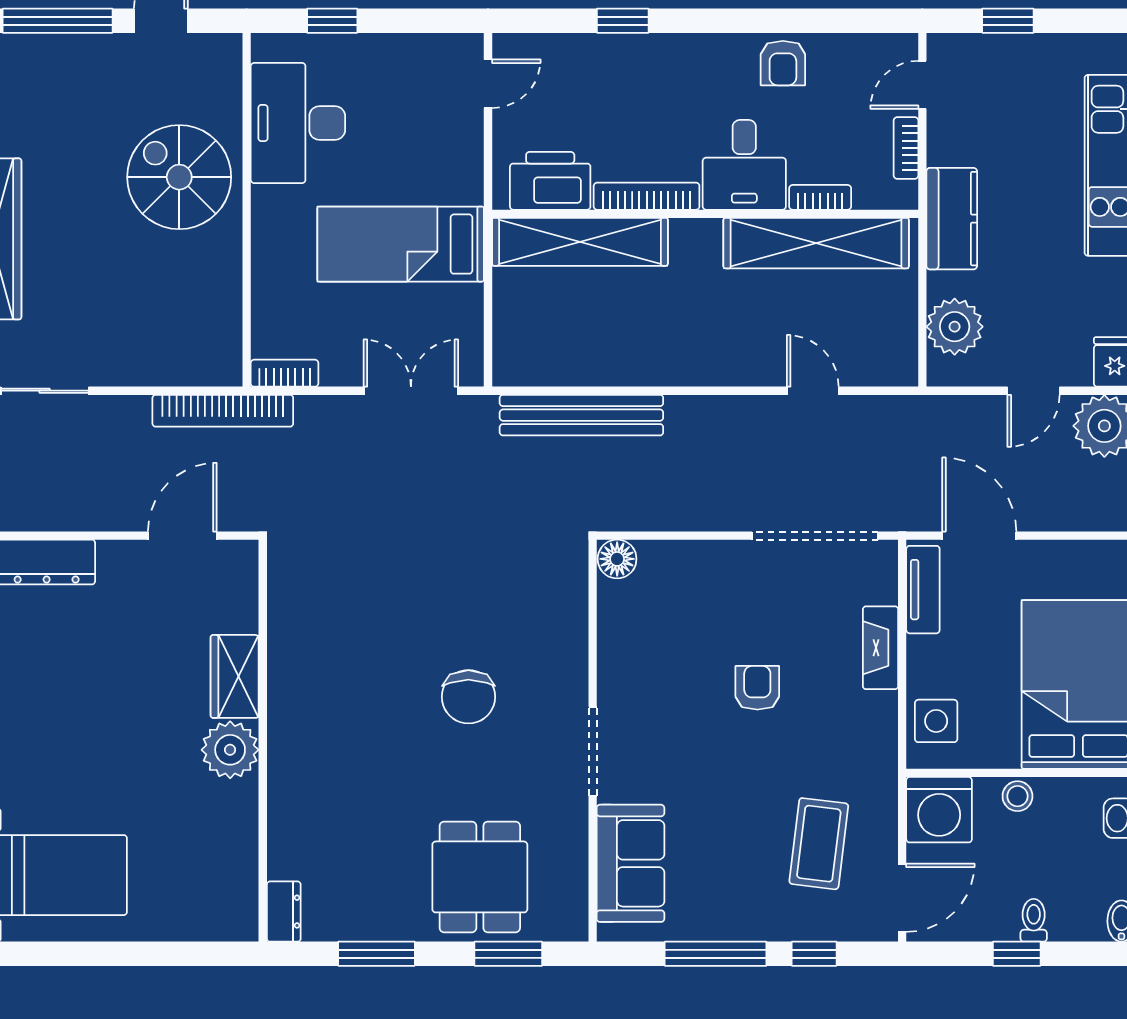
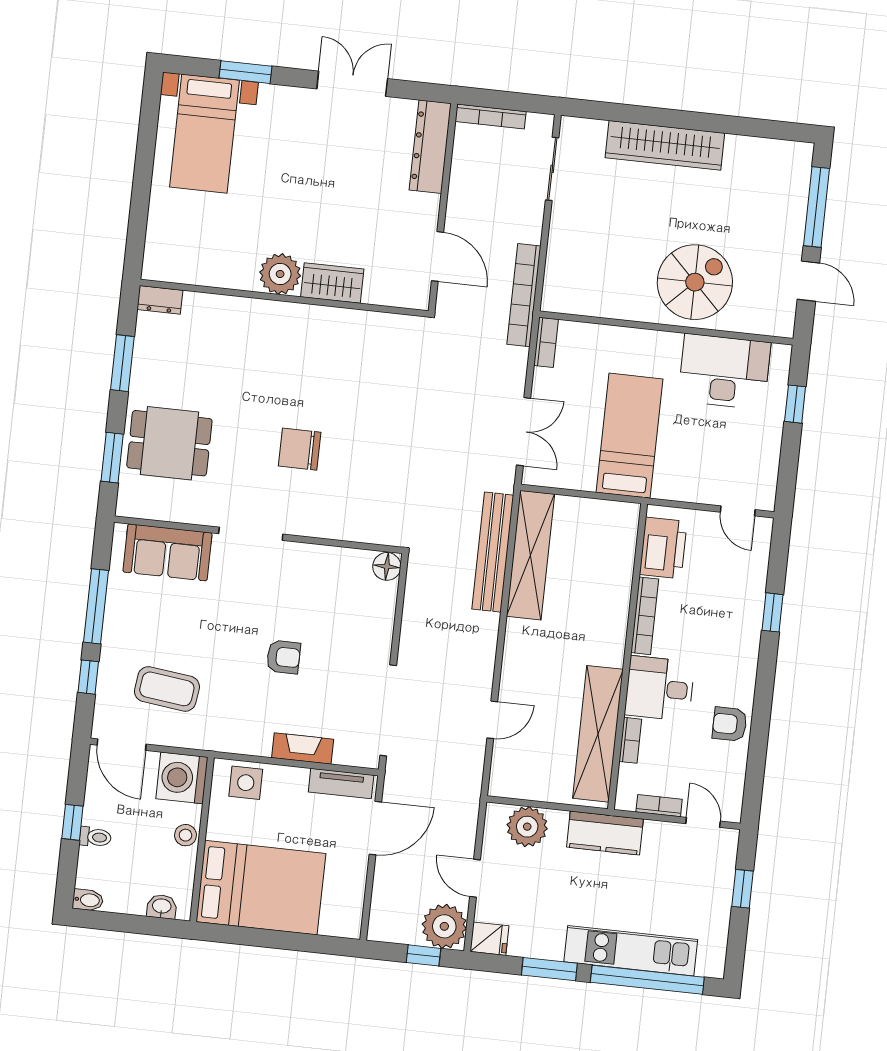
shelving: (580, 242) -> (530, 555), moved

